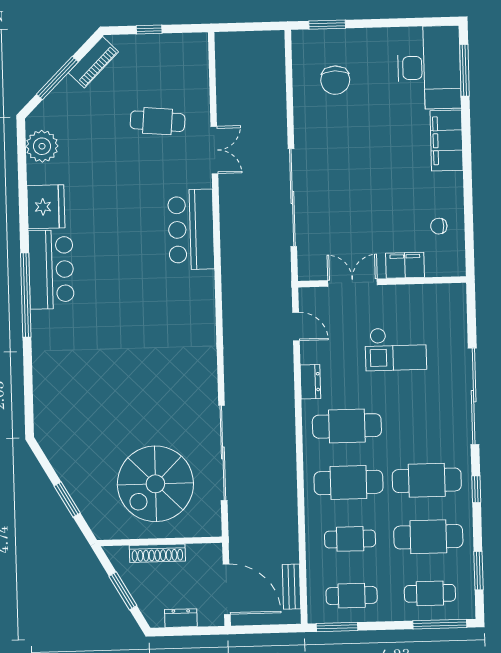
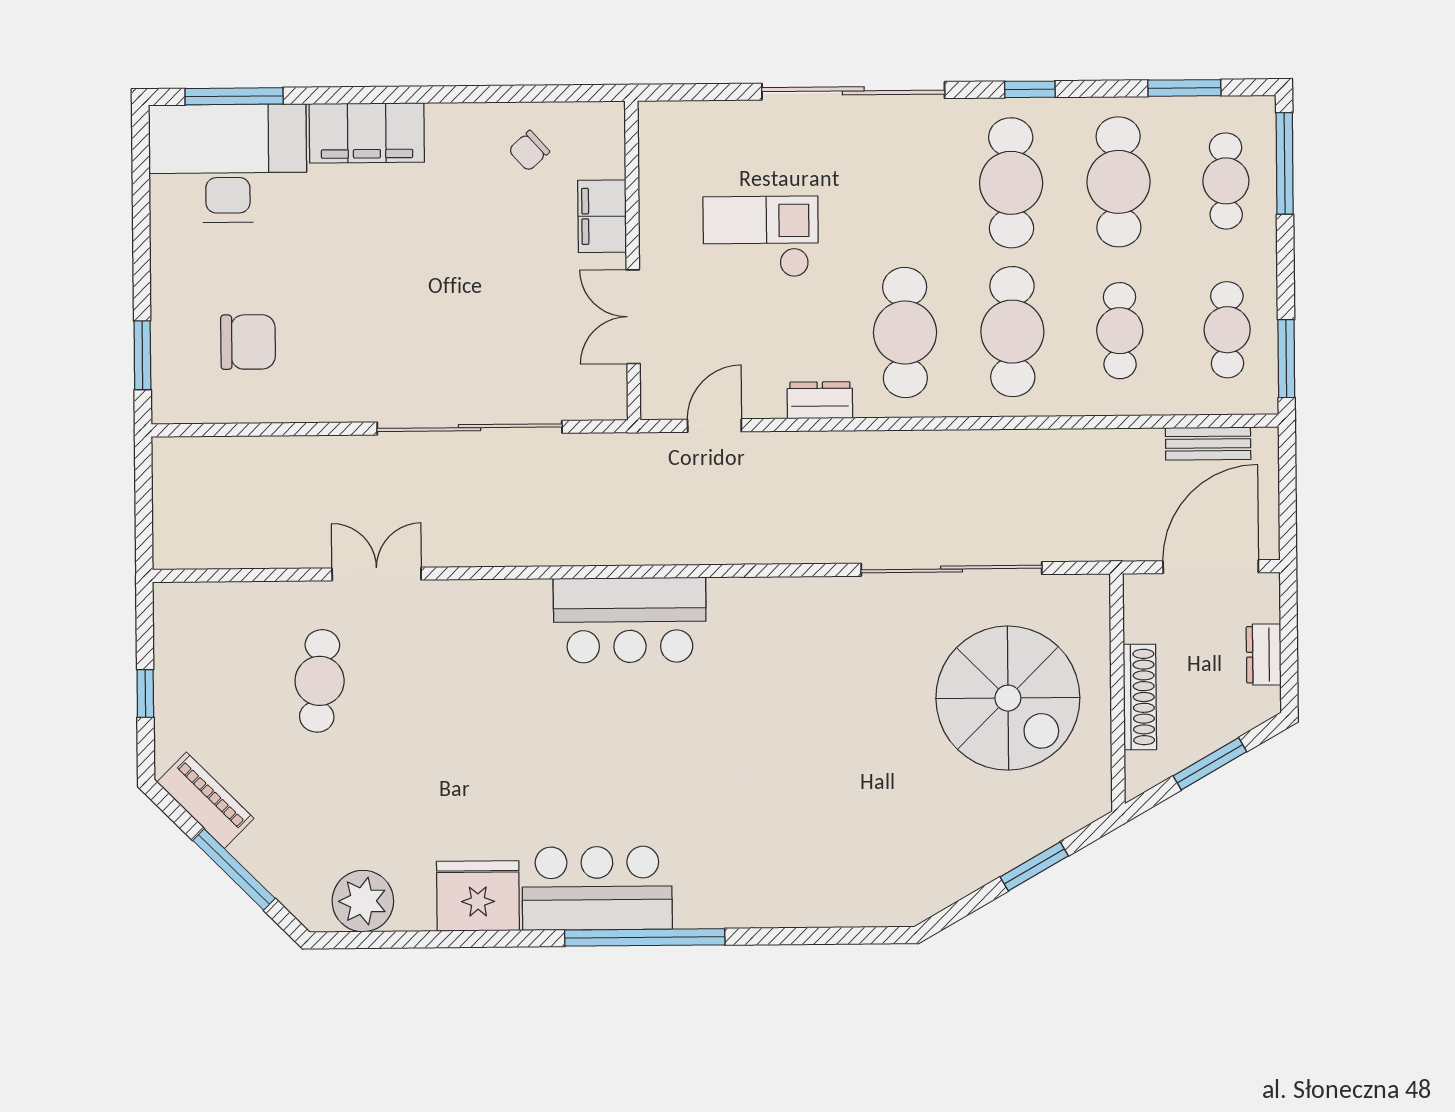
chair: (439, 226) -> (529, 151), turned 48
bar counter: (191, 230) -> (630, 620), moved
checkout: (396, 349) -> (761, 237), turned -90

